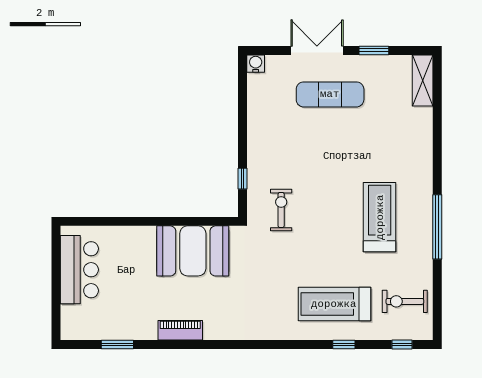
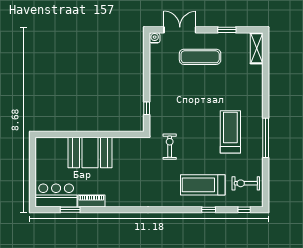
double door: (317, 50) -> (180, 30), moved
exercise bike: (281, 210) -> (170, 147), moved
booth: (193, 251) -> (90, 152), moved
bar counter: (79, 270) -> (56, 195), moved, turned -90
piano: (180, 330) -> (91, 201), moved

